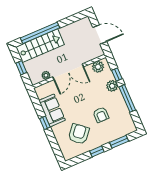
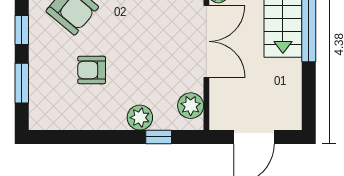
double door: (68, 72) -> (206, 41), swing flipped
window: (127, 98) -> (102, 137), removed

